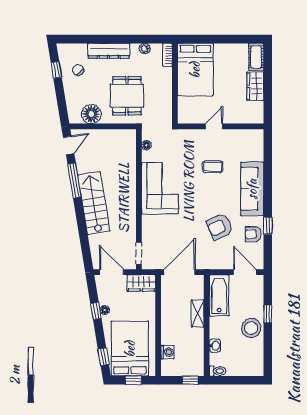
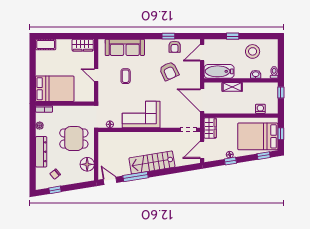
wardrobe: (255, 86) -> (83, 45), moved
sofa: (252, 189) -> (125, 47), moved
stool: (251, 328) -> (253, 51), moved

